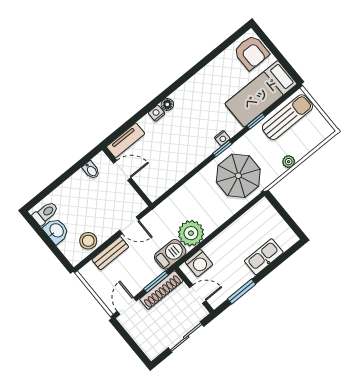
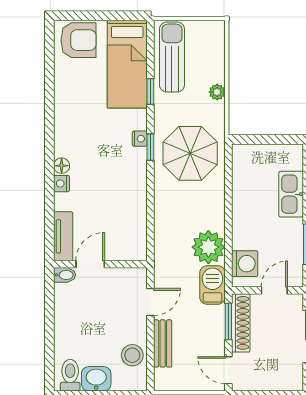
bidet: (91, 170) -> (65, 275), moved

